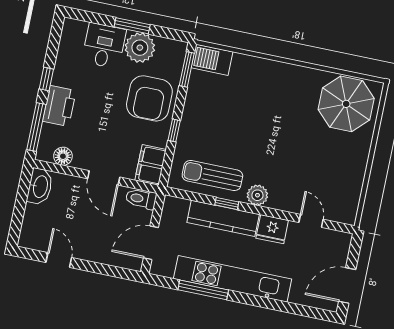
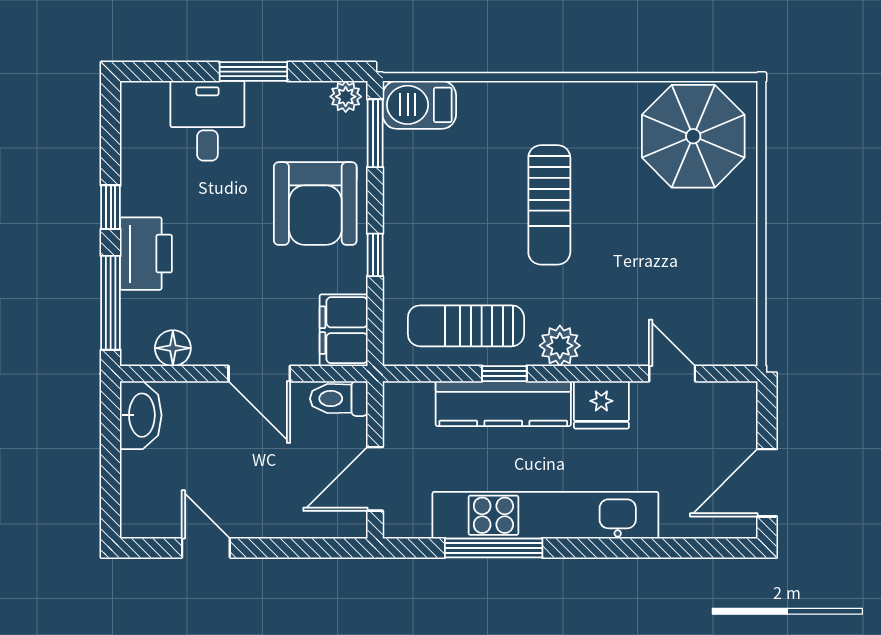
plant: (140, 48) -> (346, 97), moved, width x0.53, depth x0.53
sun lounger: (267, 123) -> (549, 205), added

